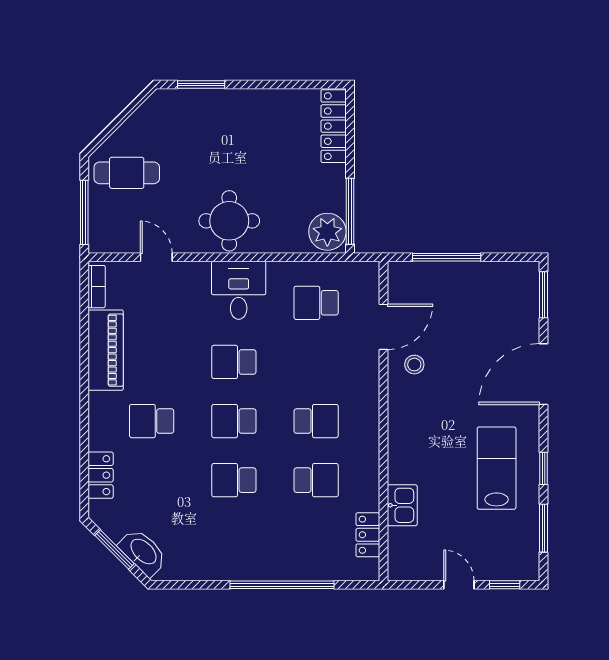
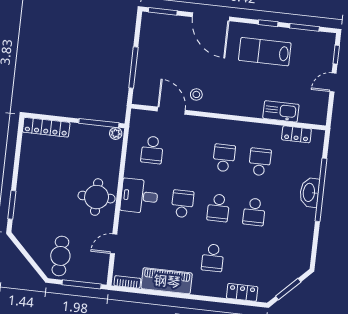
plant: (327, 232) -> (116, 133), width x0.53, depth x0.53
school desk: (234, 362) -> (182, 204), turned 180
kitchen sink: (402, 505) -> (281, 111), width x1.38
washbasin: (143, 552) -> (309, 192), moved, turned -45

